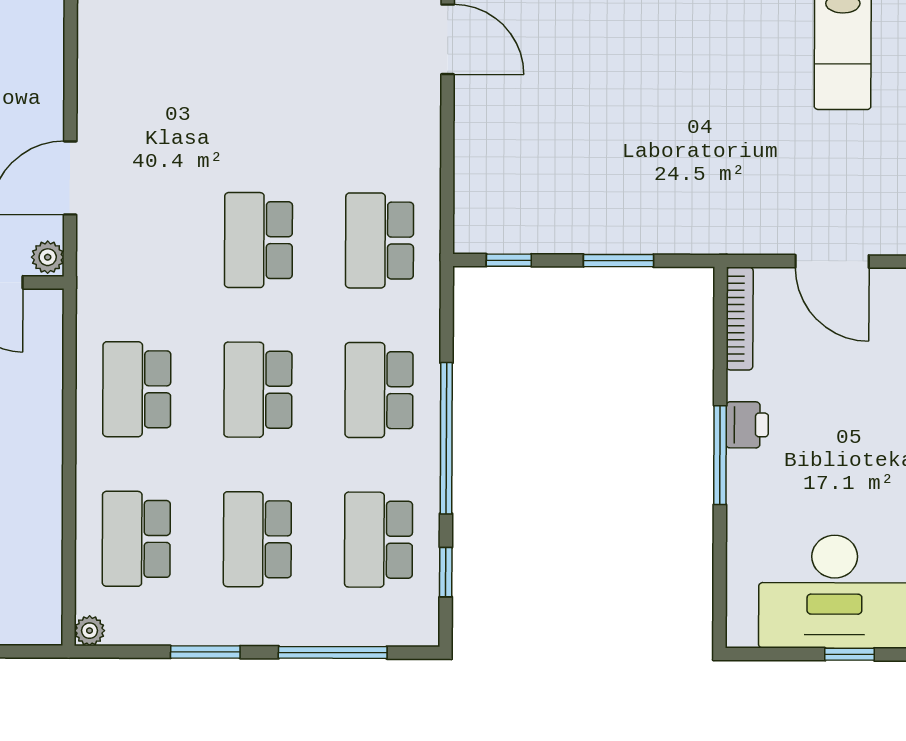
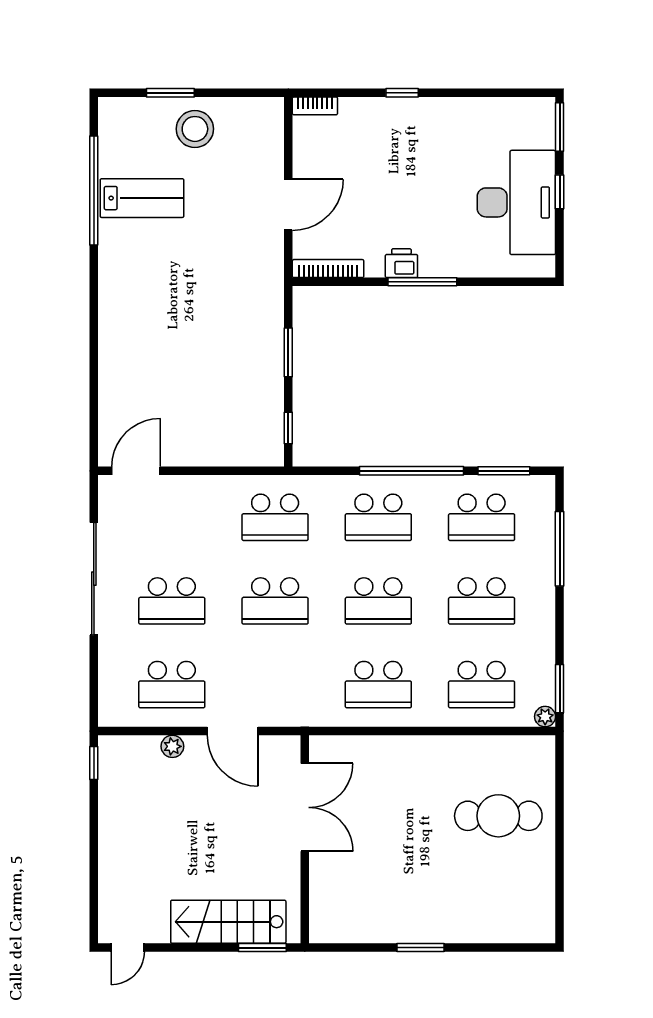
school desk: (138, 90) -> (172, 685), added
school desk: (259, 91) -> (172, 601), added
plant: (48, 257) -> (172, 746), moved
window: (446, 572) -> (504, 471), width x1.50
window: (205, 652) -> (560, 689), moved

